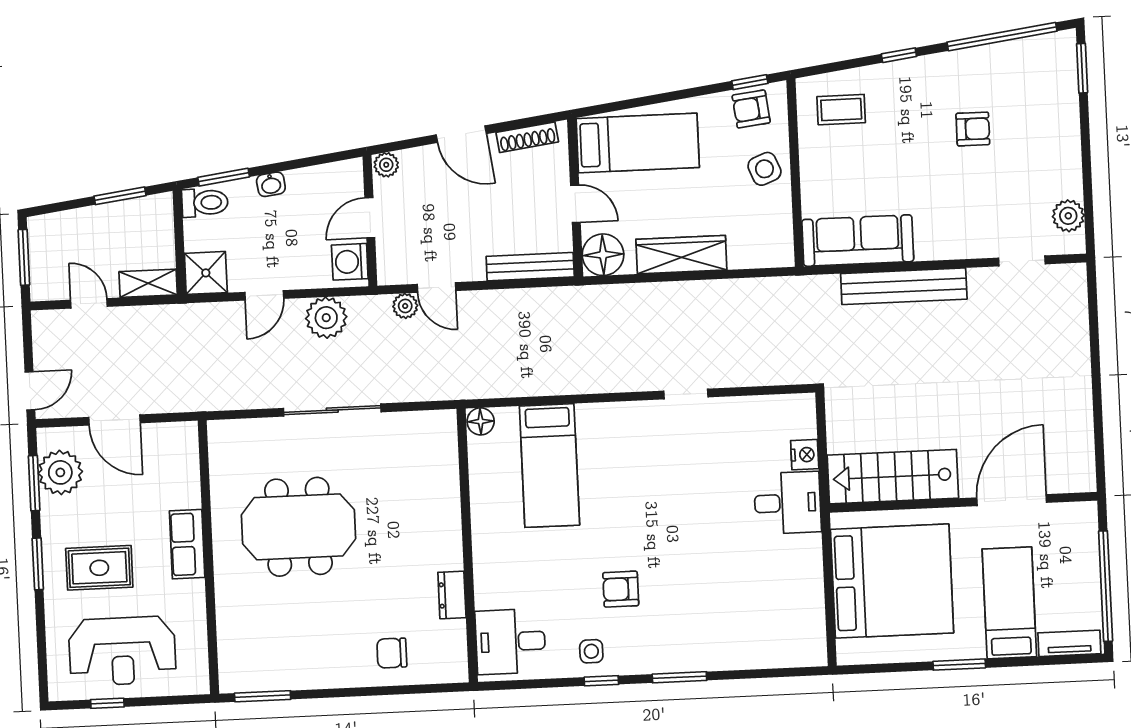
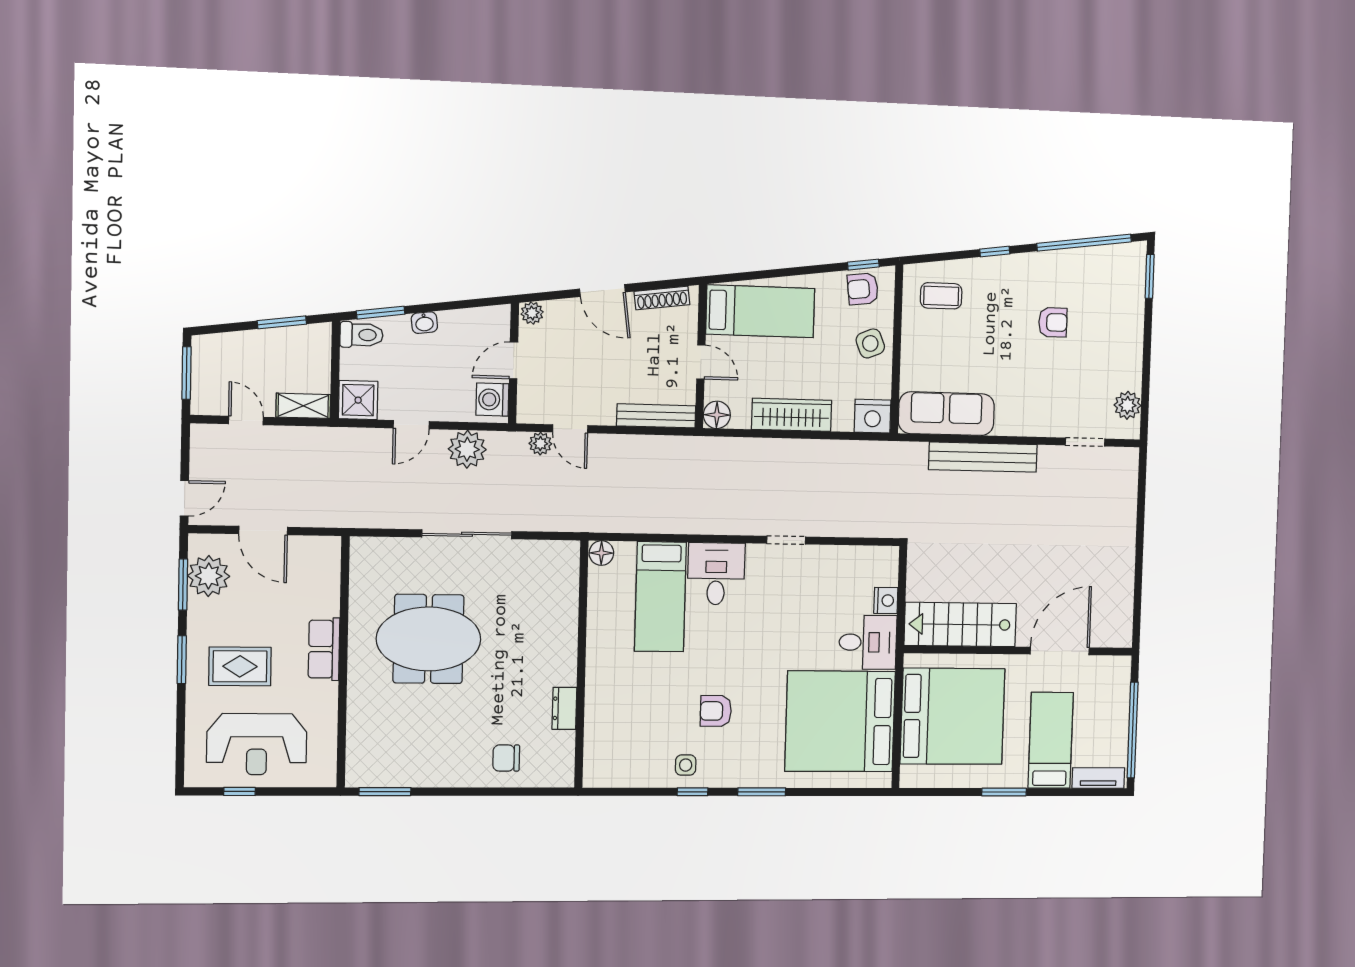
nightstand: (773, 249) -> (873, 416), added
floor lamp: (603, 255) -> (717, 415), width x0.73, depth x0.73
bed: (763, 593) -> (840, 721), added
desk: (510, 642) -> (716, 574), moved, turned 90

